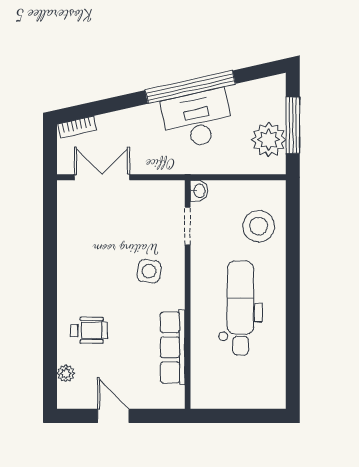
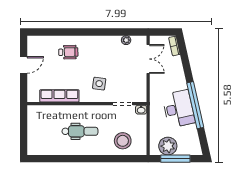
dental chair: (240, 308) -> (80, 131), width x0.73, depth x0.72
wheelchair: (89, 330) -> (68, 52), turned -91
plant: (66, 373) -> (126, 40), moved

